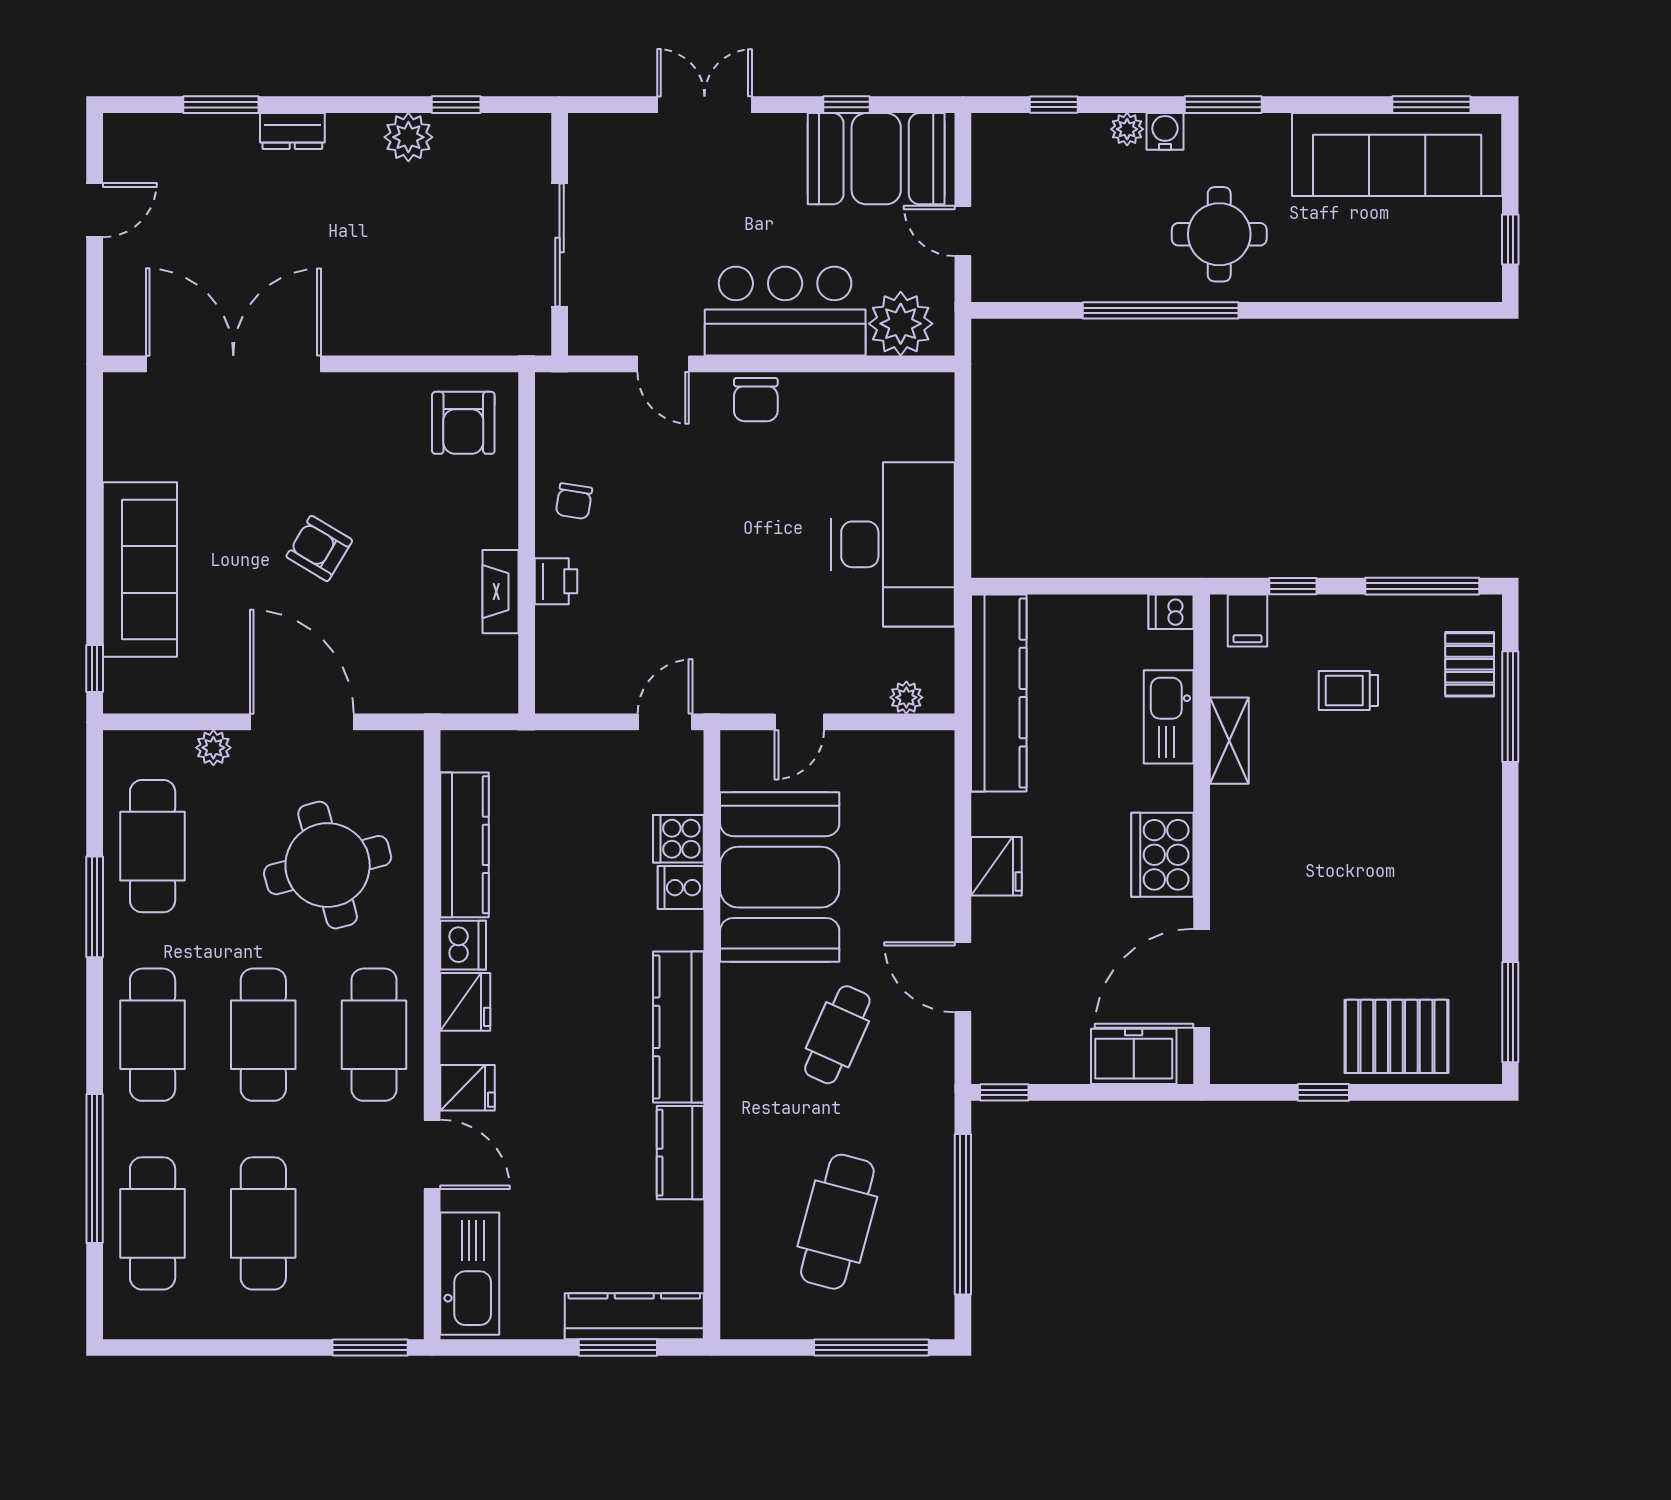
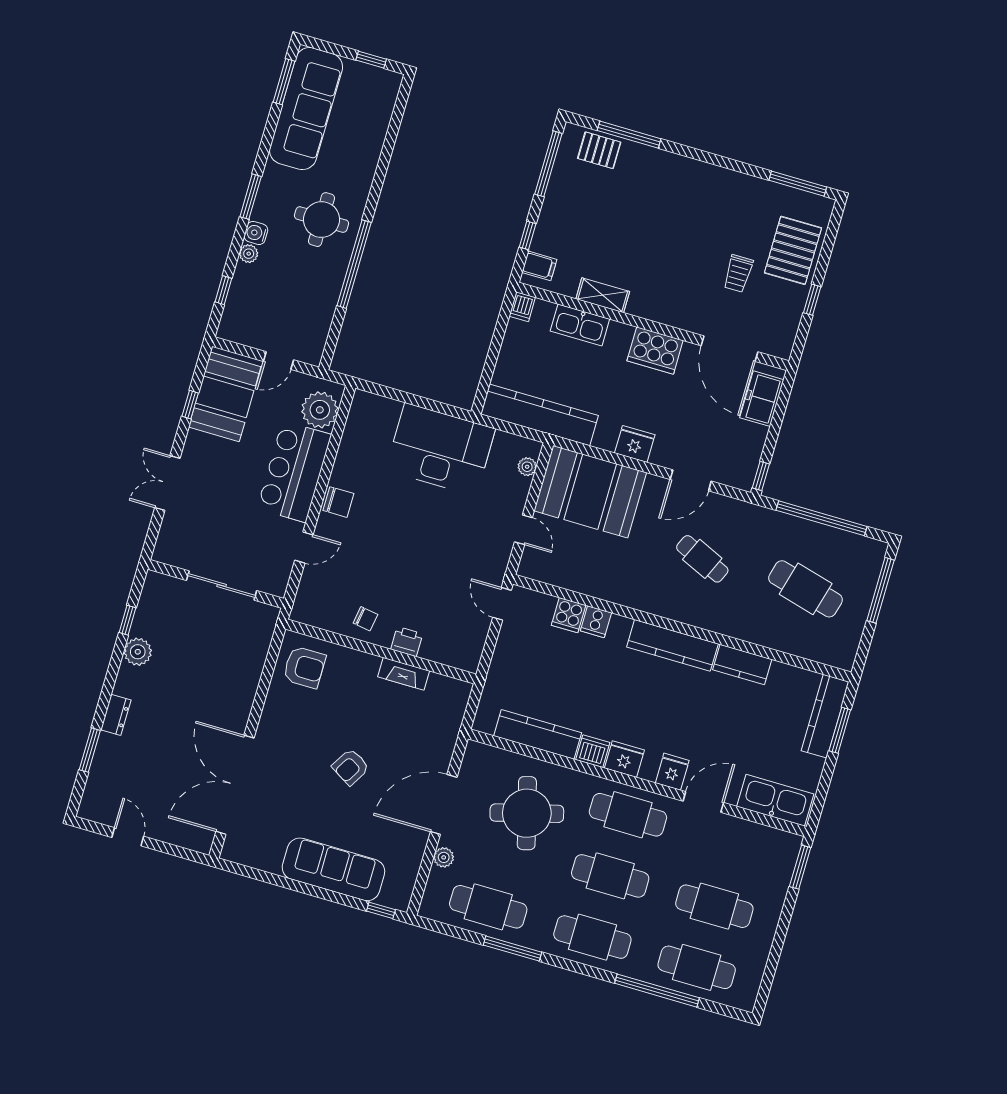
trolley: (1348, 691) -> (738, 273), moved
booth: (780, 877) -> (590, 492), moved

